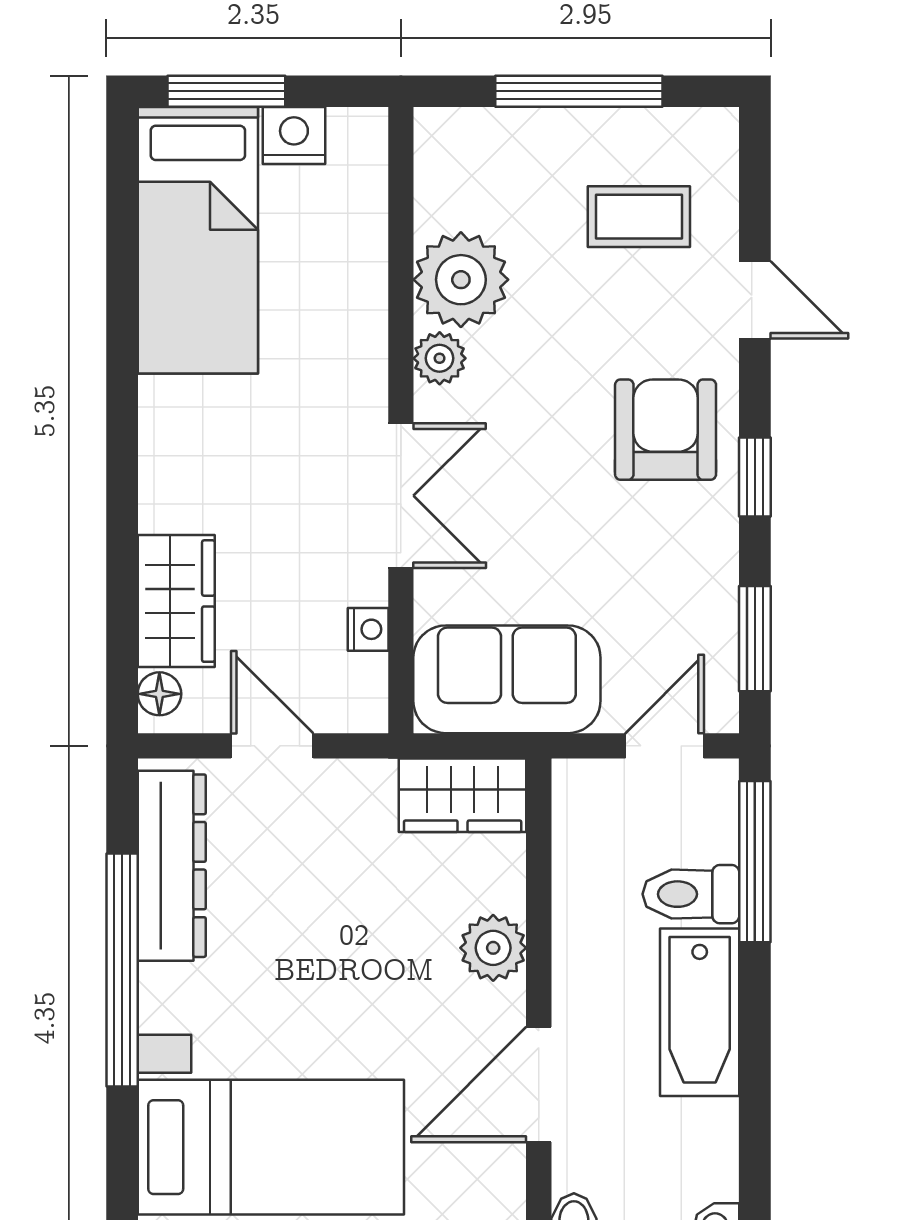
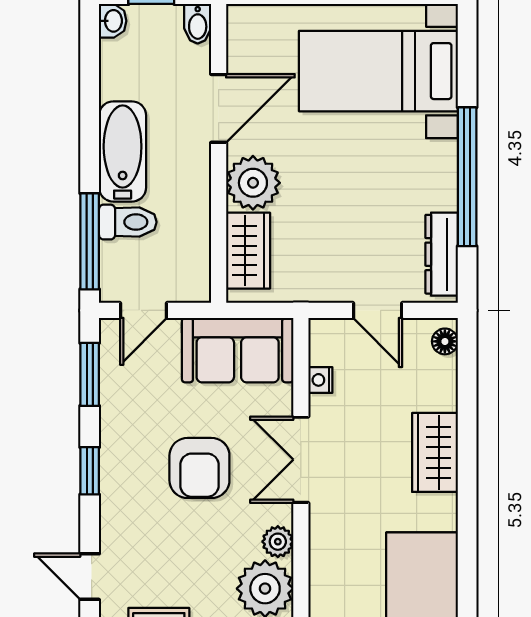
armchair: (666, 430) -> (199, 468), moved
wardrobe: (176, 601) -> (435, 452), moved
wardrobe: (463, 795) -> (248, 251), moved, turned 90
dresser: (172, 866) -> (442, 254), width x0.73, depth x0.80
plant: (493, 948) -> (253, 183), width x1.36, depth x1.36

